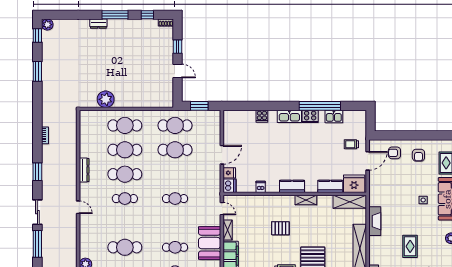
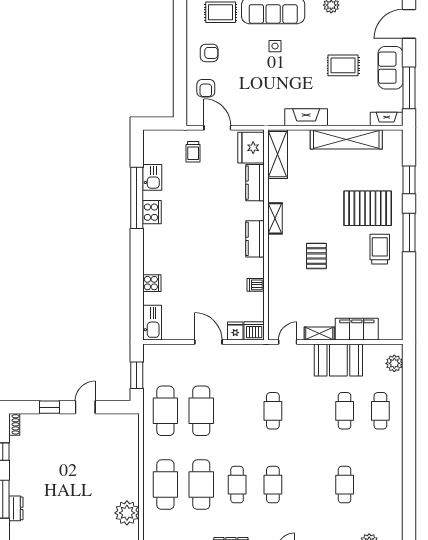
dresser: (98, 24) -> (16, 508), moved
kitchen sink: (289, 116) -> (152, 323), moved
cafe table: (125, 174) -> (237, 485), width x0.73, depth x0.74
cafe table: (125, 247) -> (345, 485), width x0.73, depth x0.74

